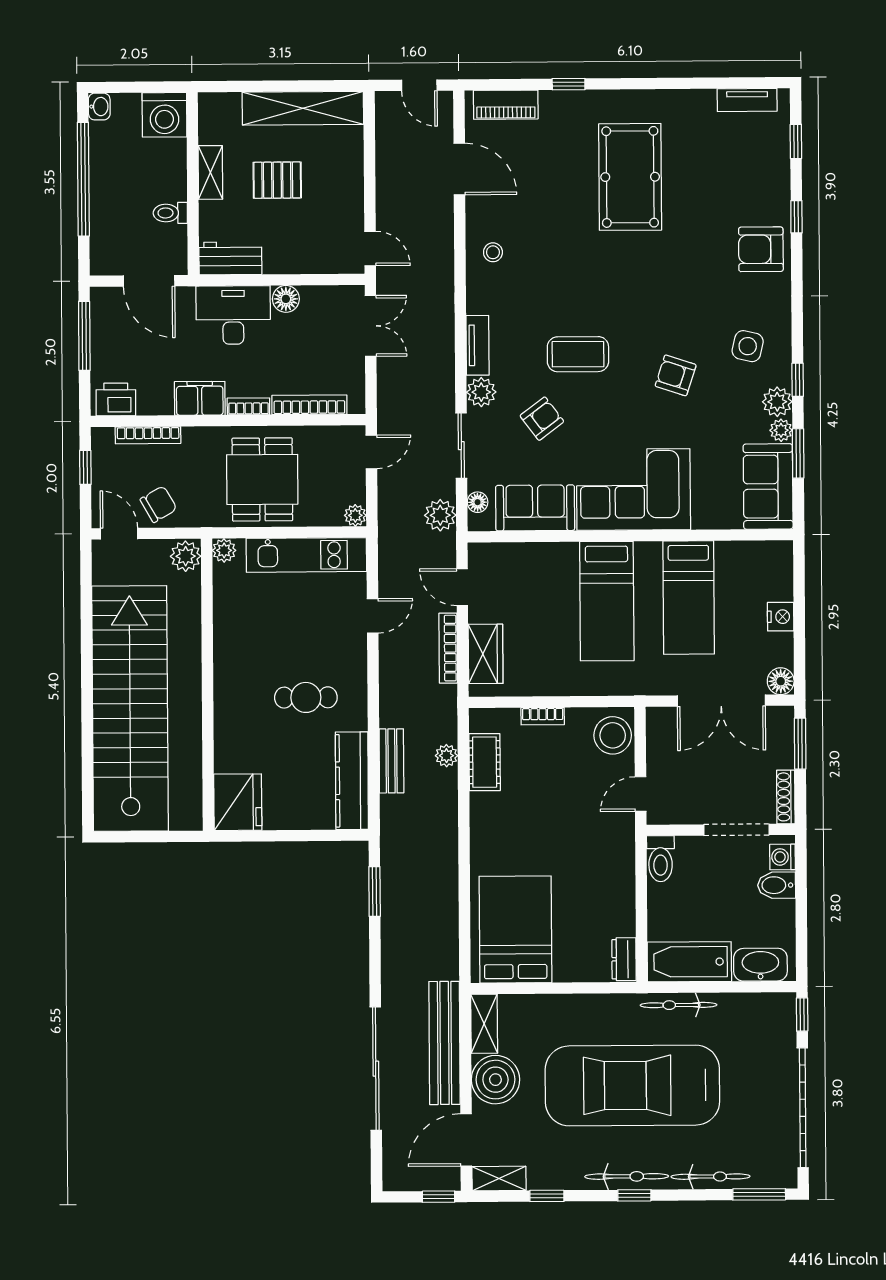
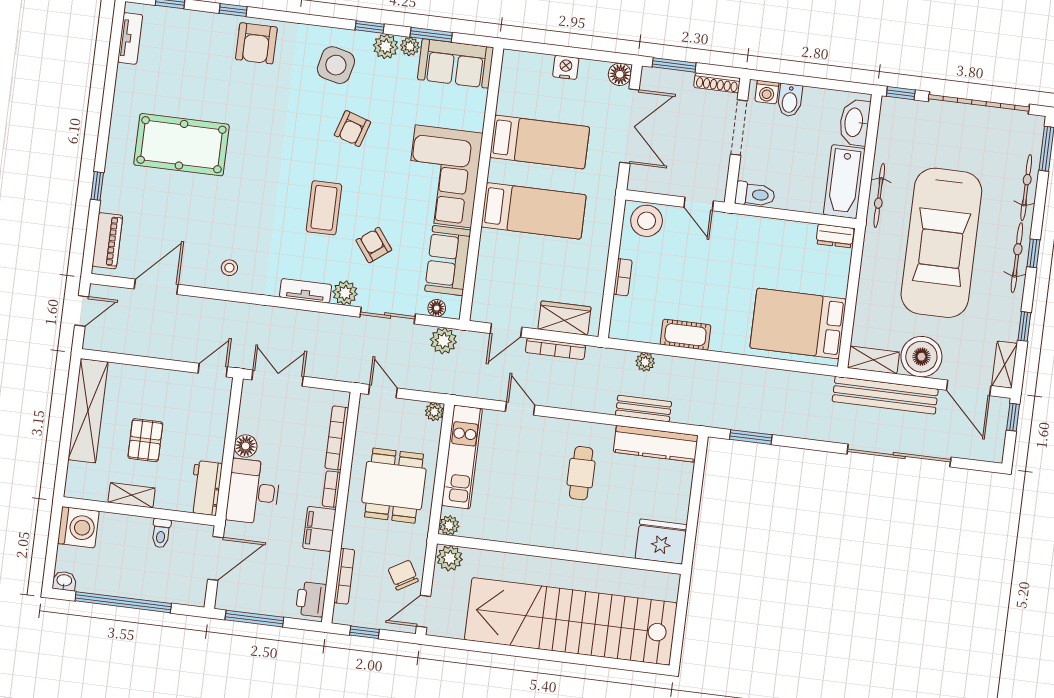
side table: (748, 346) -> (336, 65), width x1.37, depth x1.37
dining table: (262, 479) -> (394, 486), turned 90
cot: (485, 762) -> (685, 335), moved

